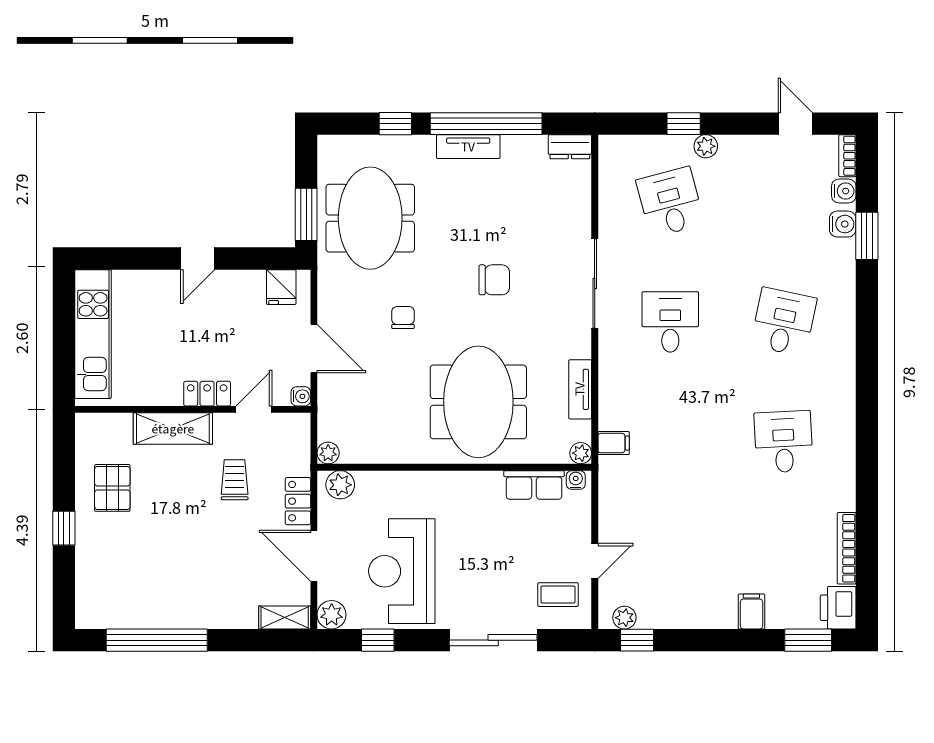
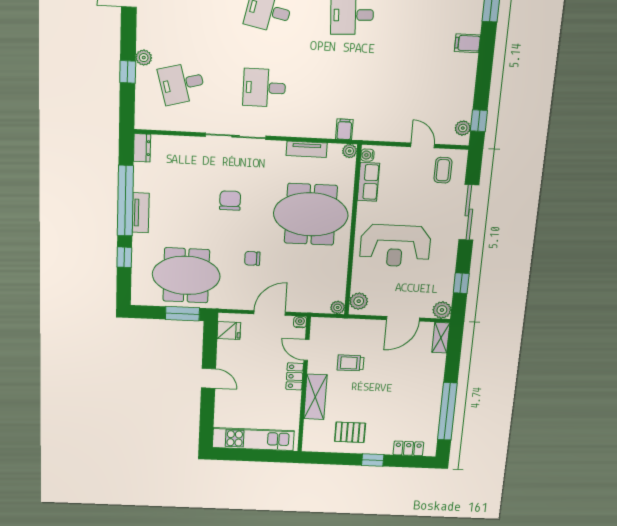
locker: (298, 501) -> (408, 448), moved, turned 180
reception desk: (402, 571) -> (395, 246), moved

